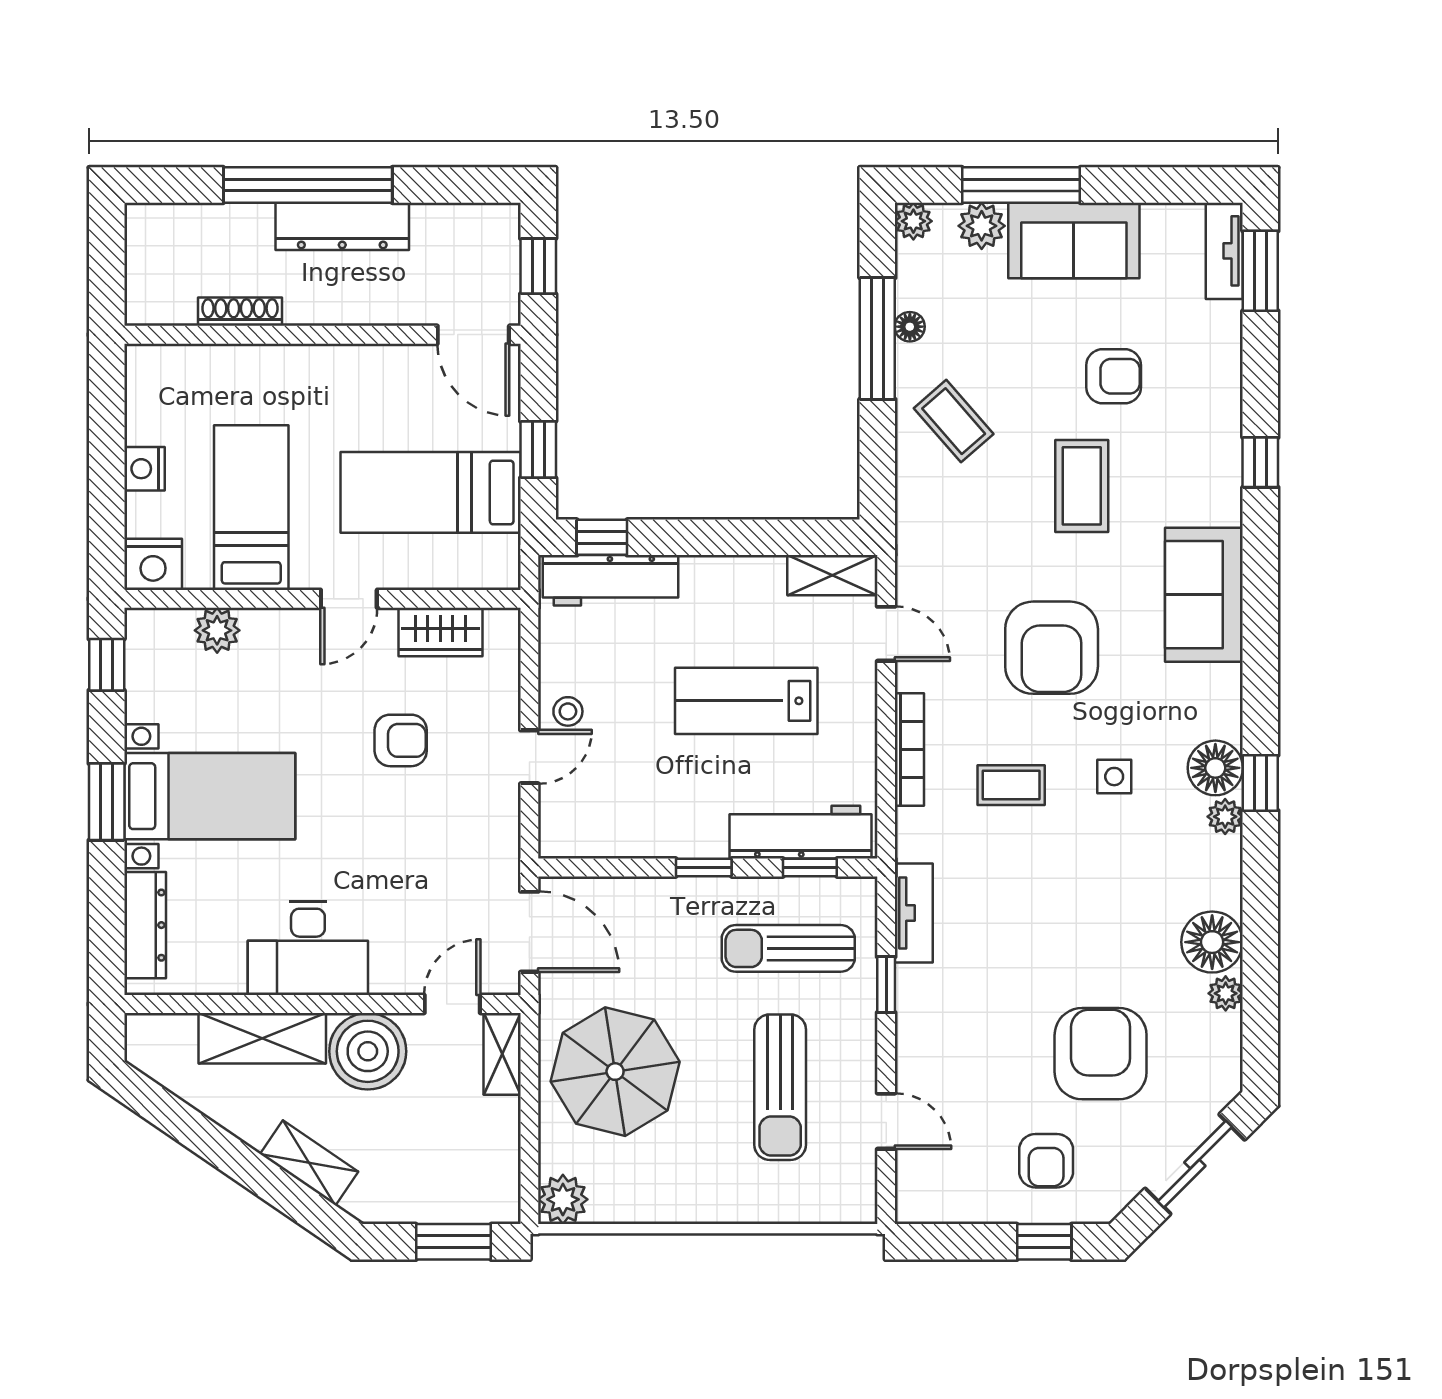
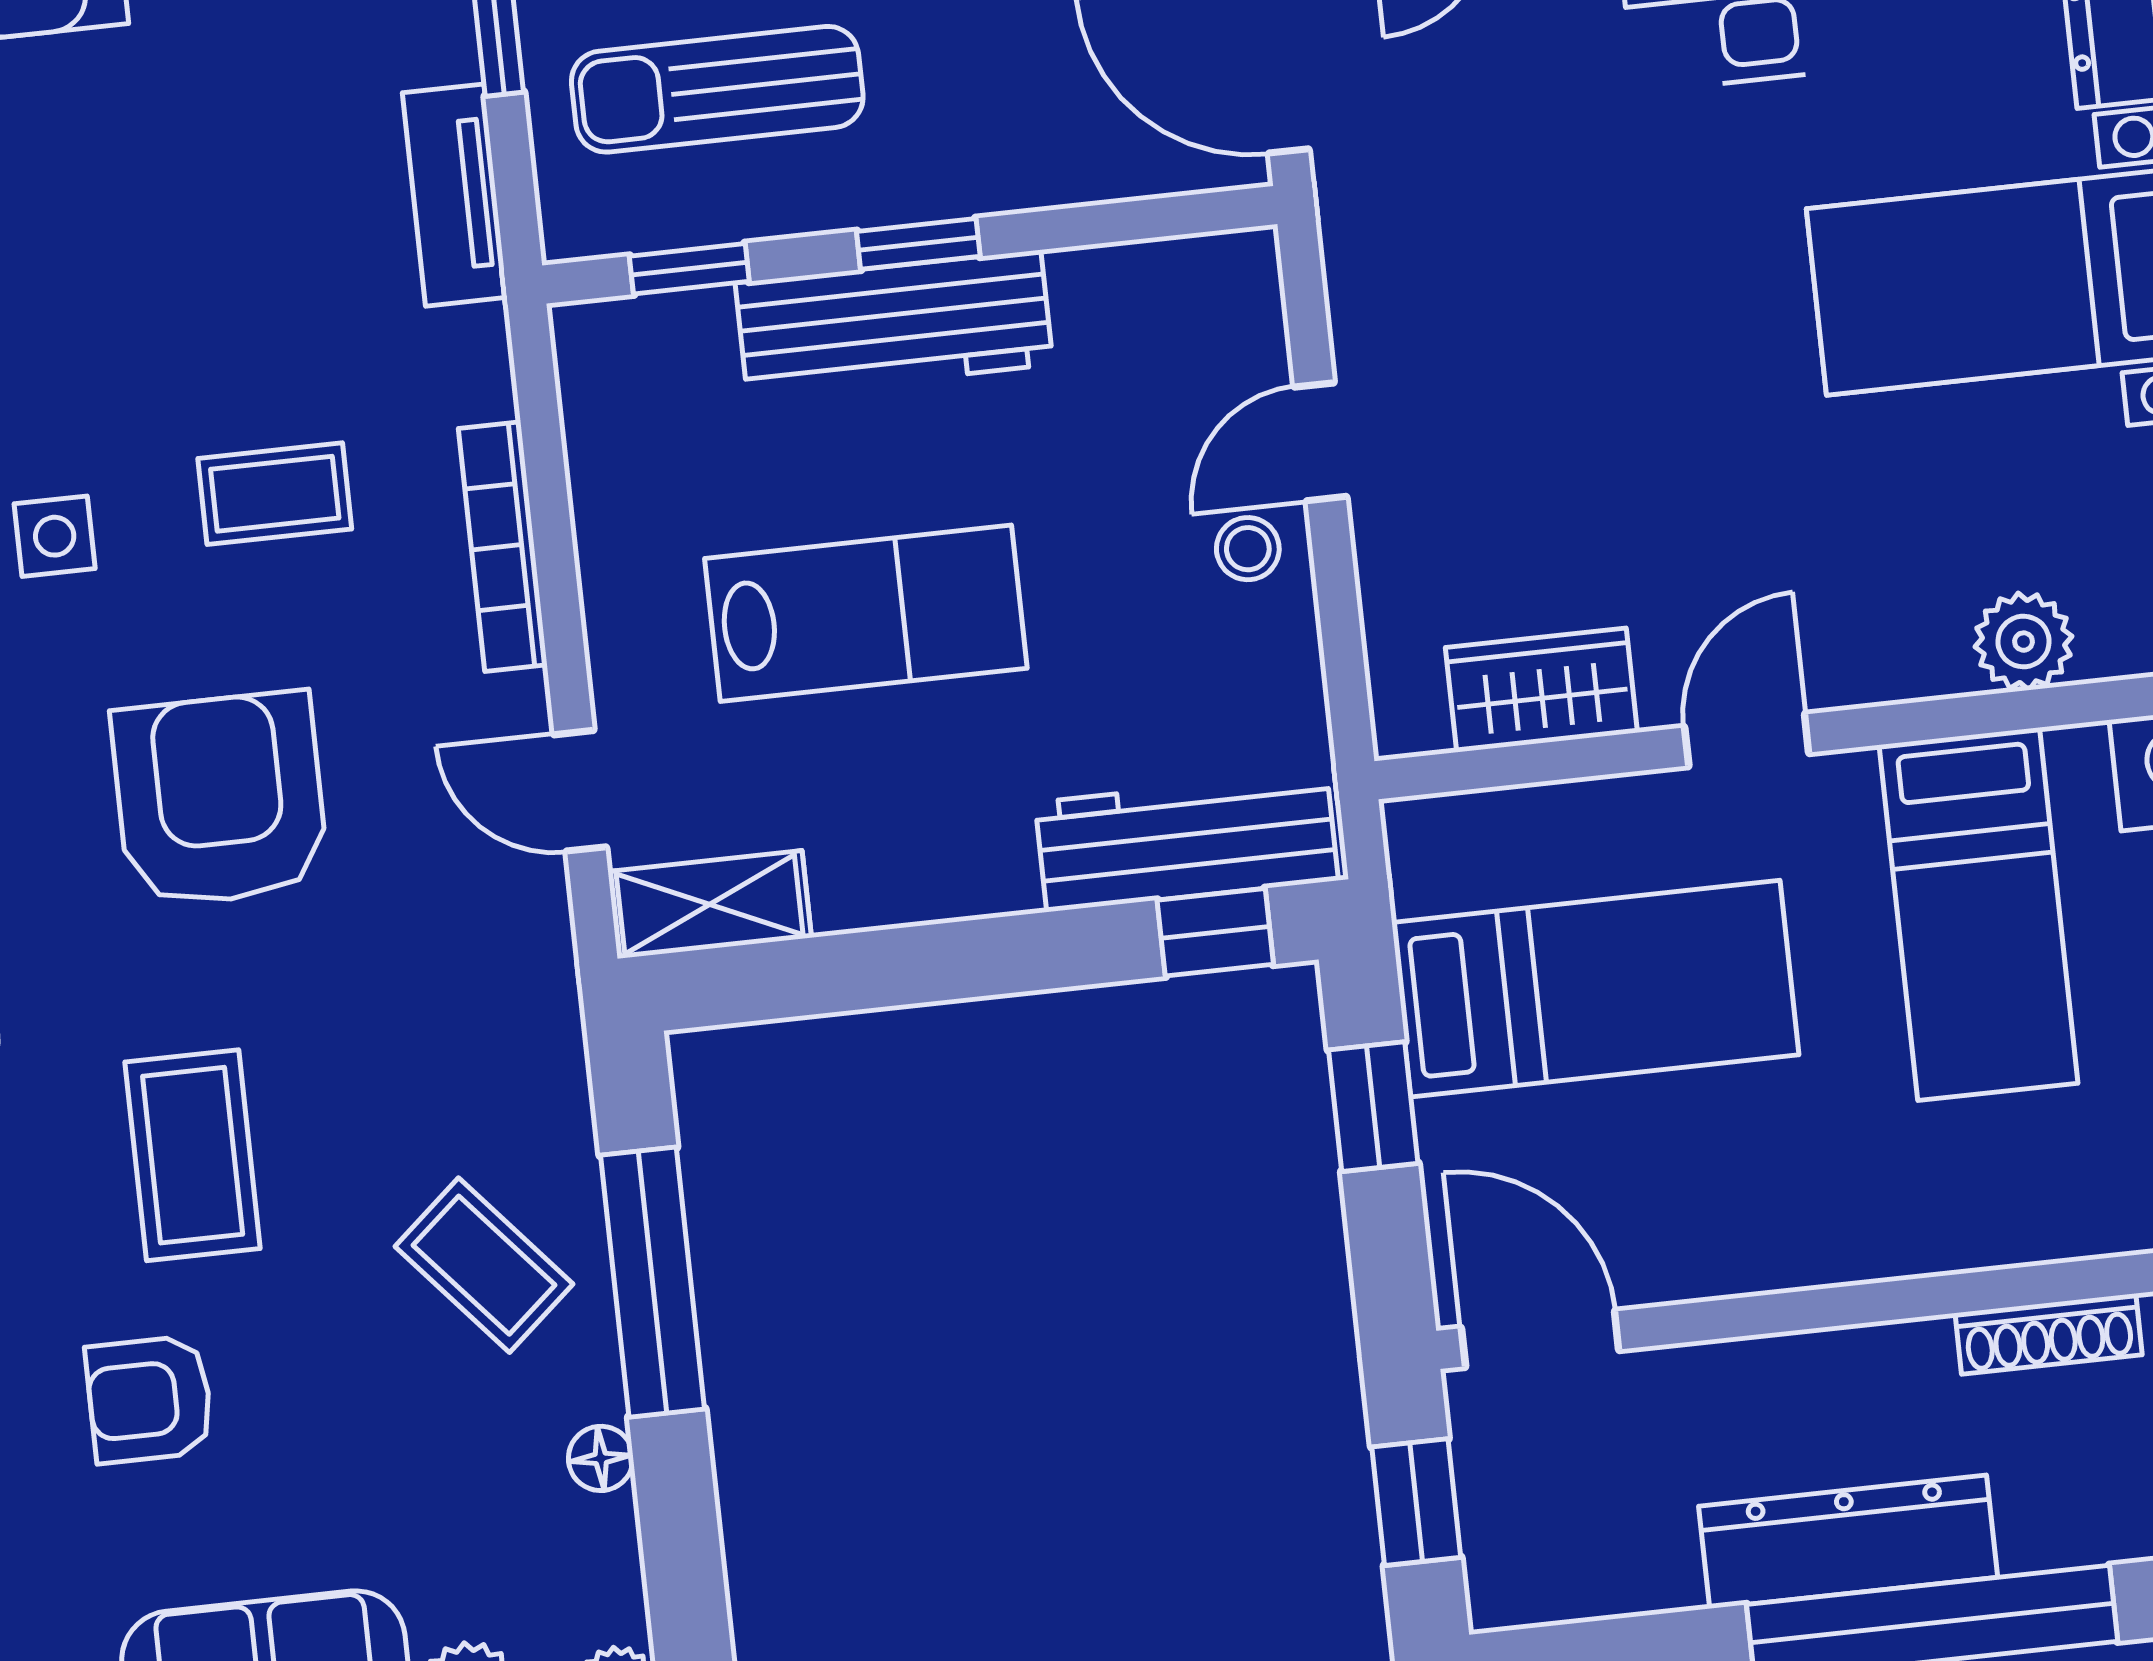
window: (877, 339) -> (653, 1282), moved
armchair: (401, 740) -> (1602, 447), removed
workbench: (801, 832) -> (894, 324), moved
sun lounger: (788, 948) -> (717, 89), turned 180

